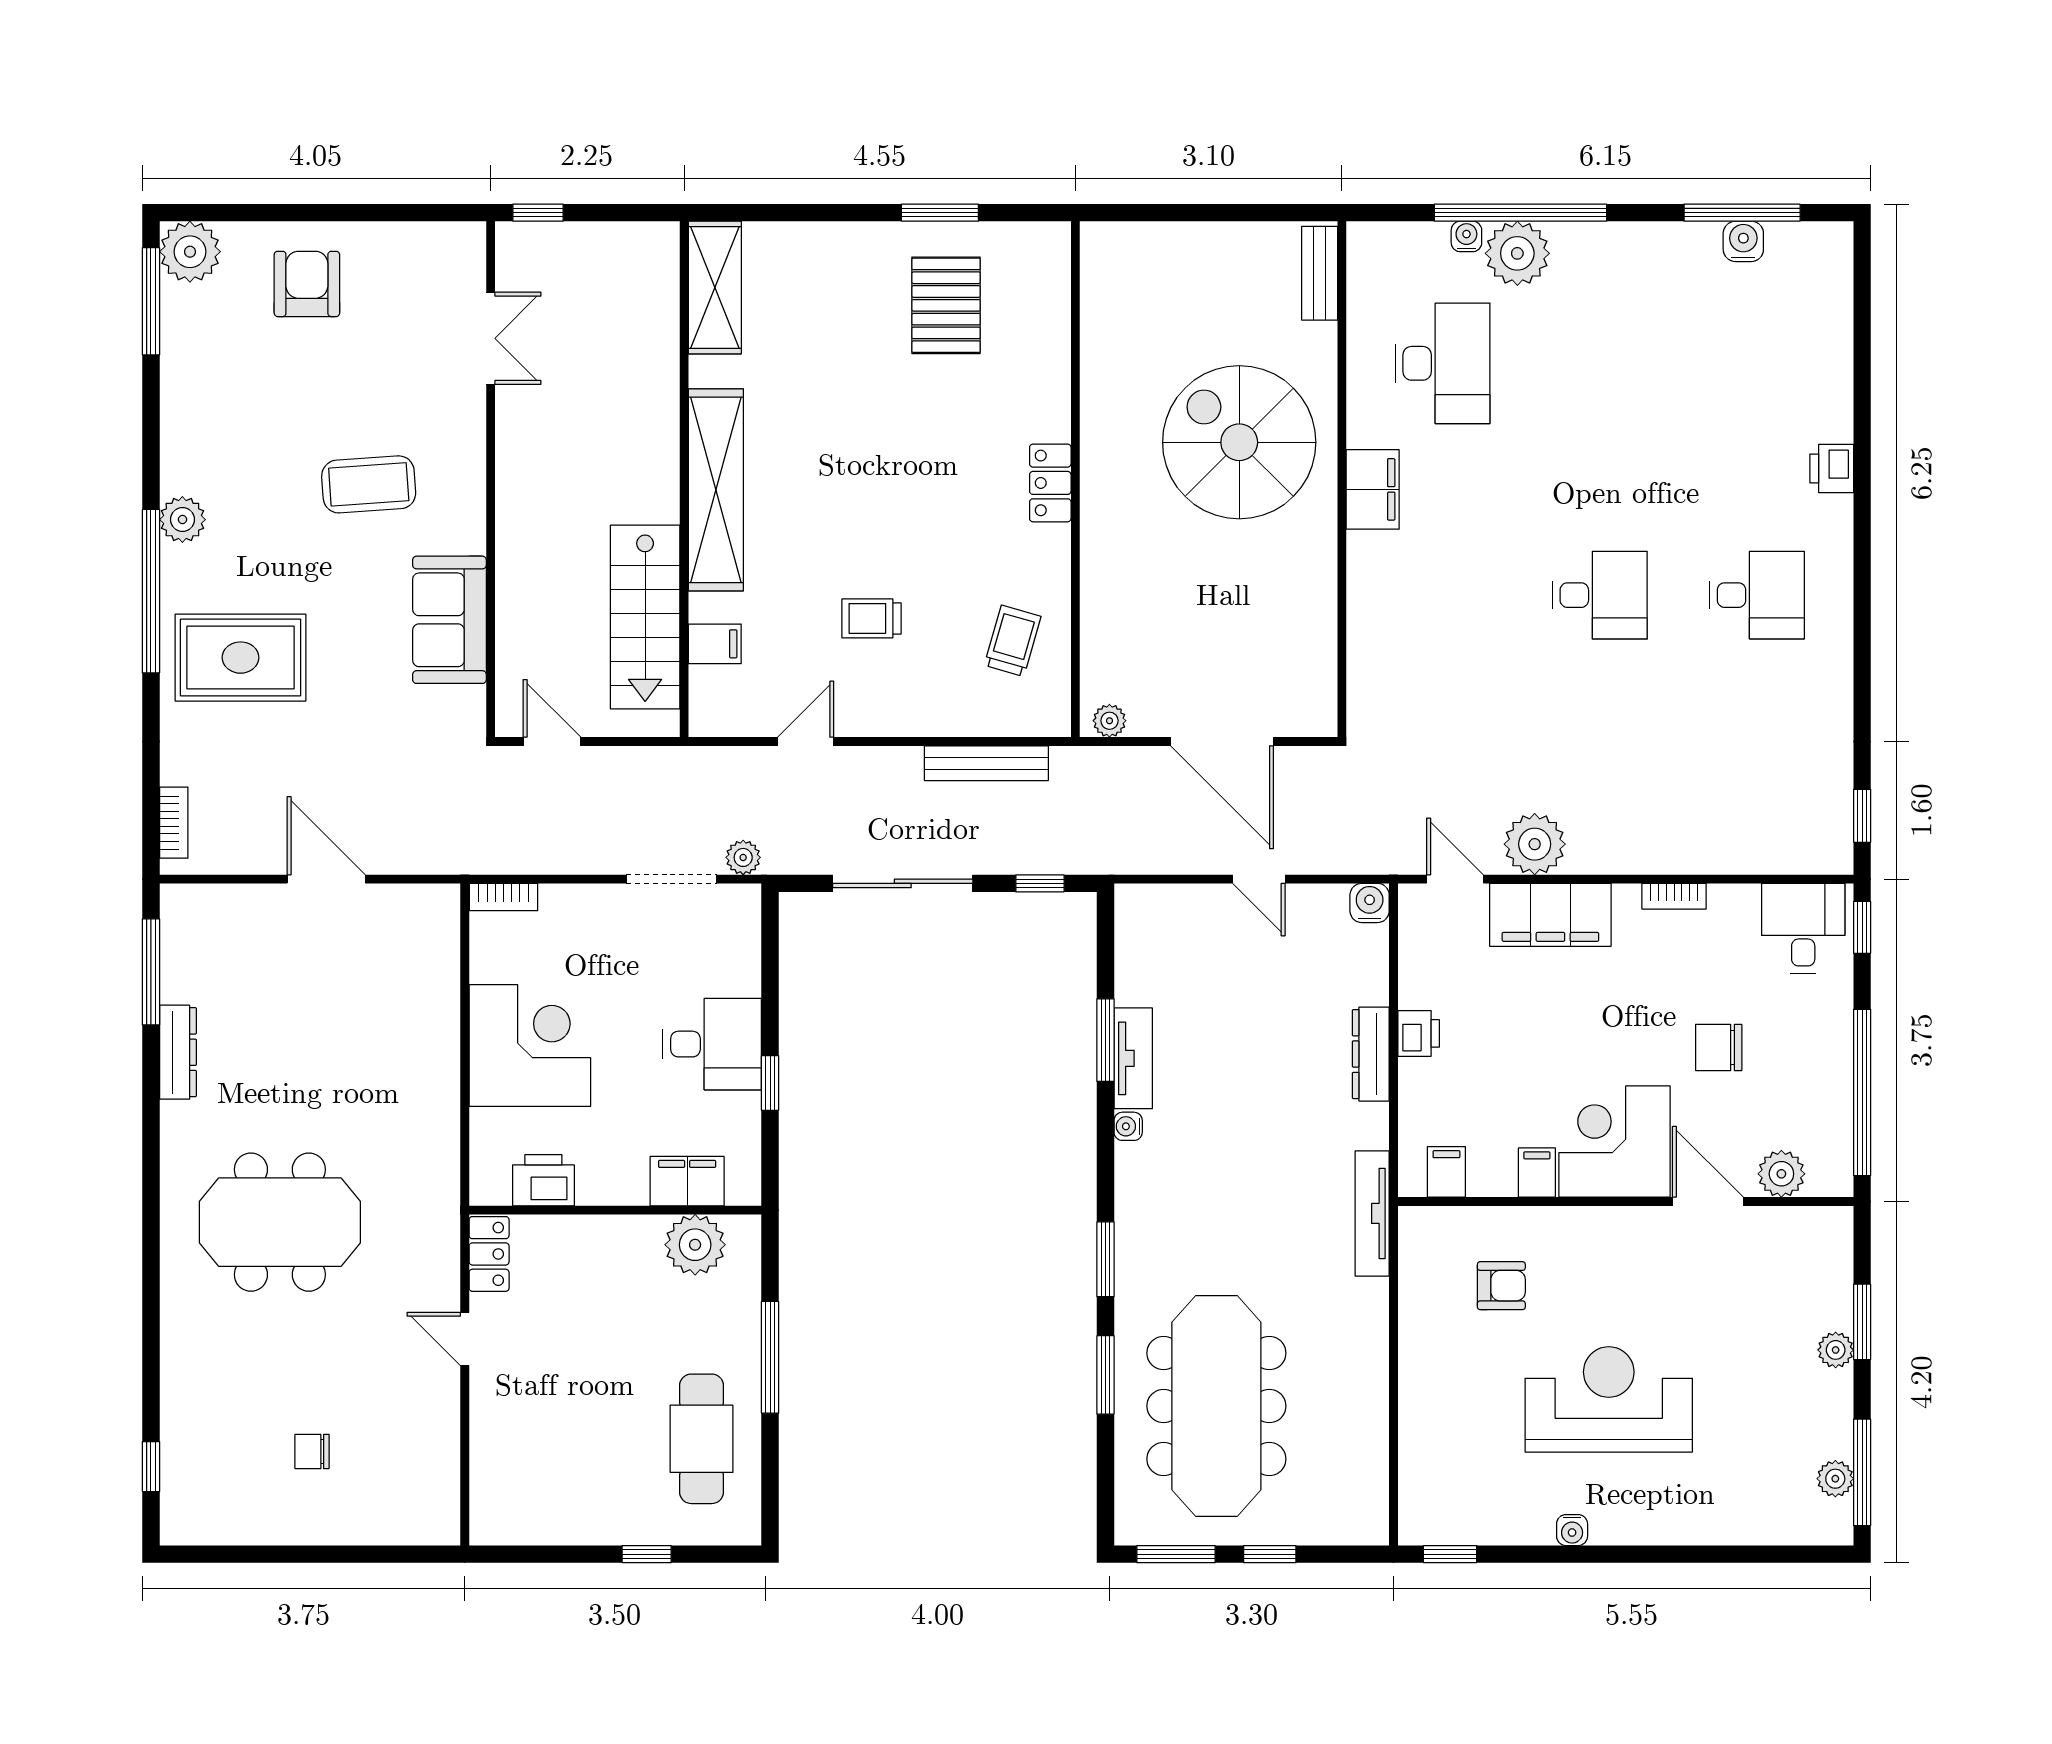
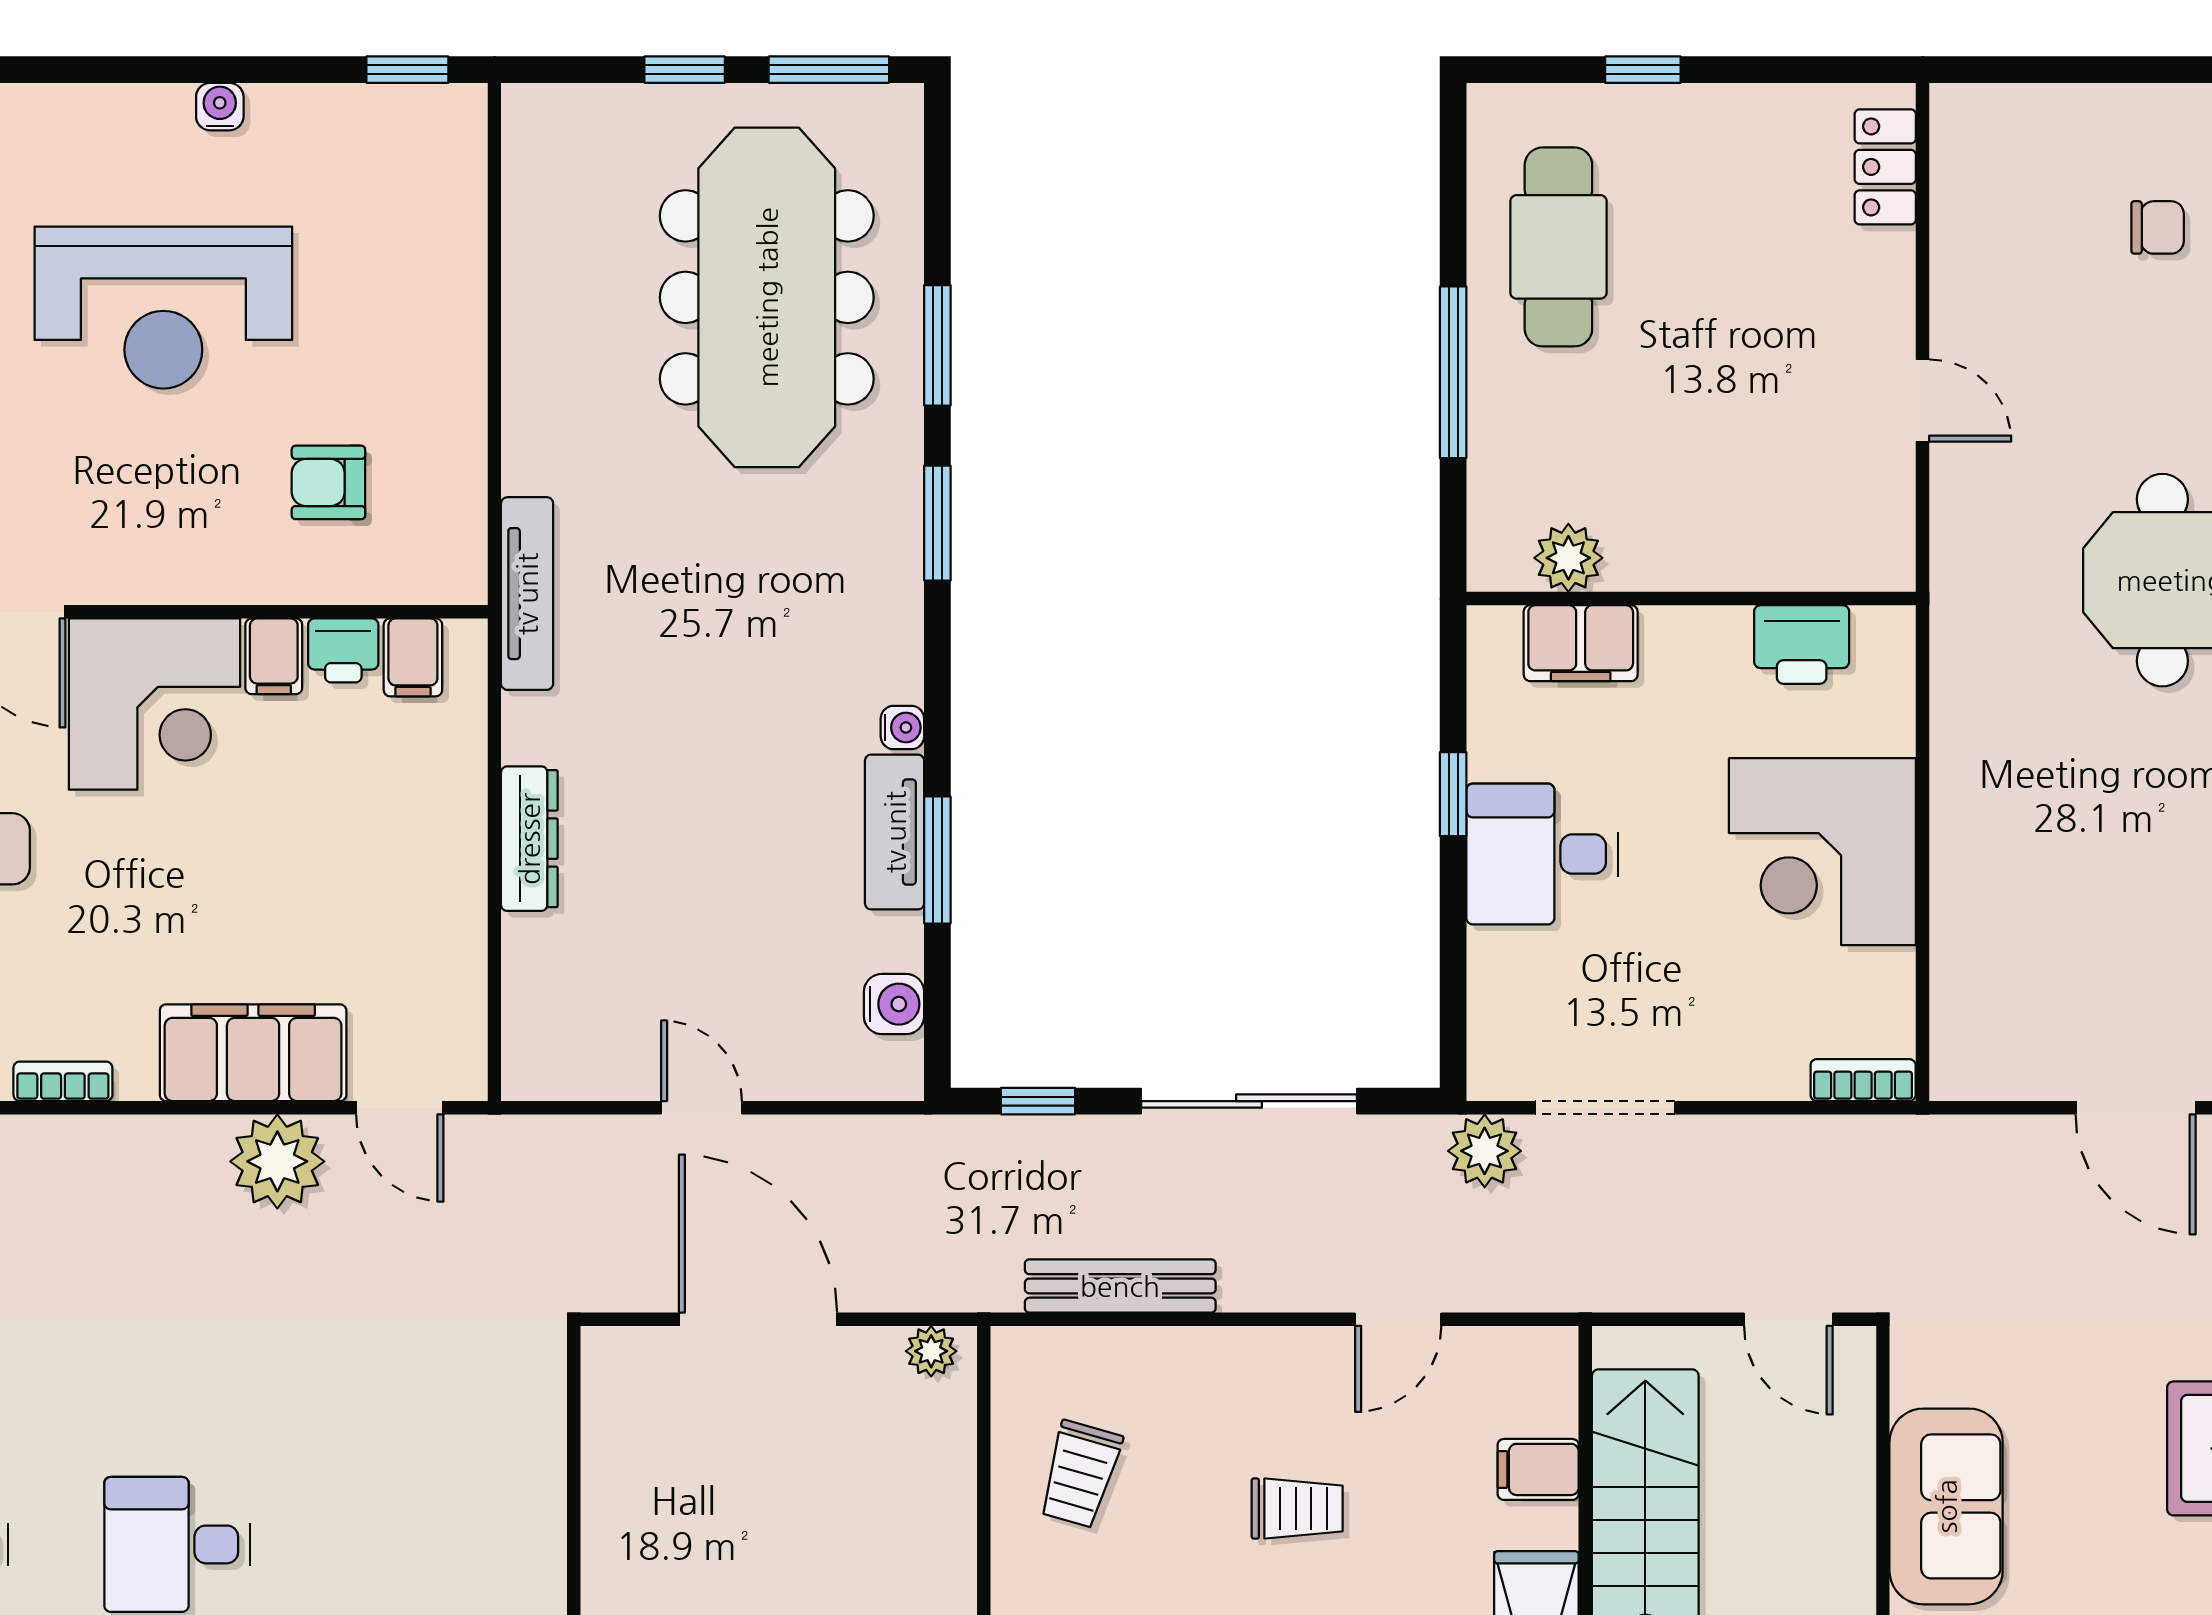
plant: (743, 857) -> (1485, 1151), width x1.38, depth x1.38
water cooler: (1370, 903) -> (894, 1004), moved, turned -90
printer: (1419, 1033) -> (343, 650), moved, turned -90
plant: (695, 1245) -> (1568, 558), width x0.73, depth x0.73
locker: (489, 1254) -> (1885, 167), moved

